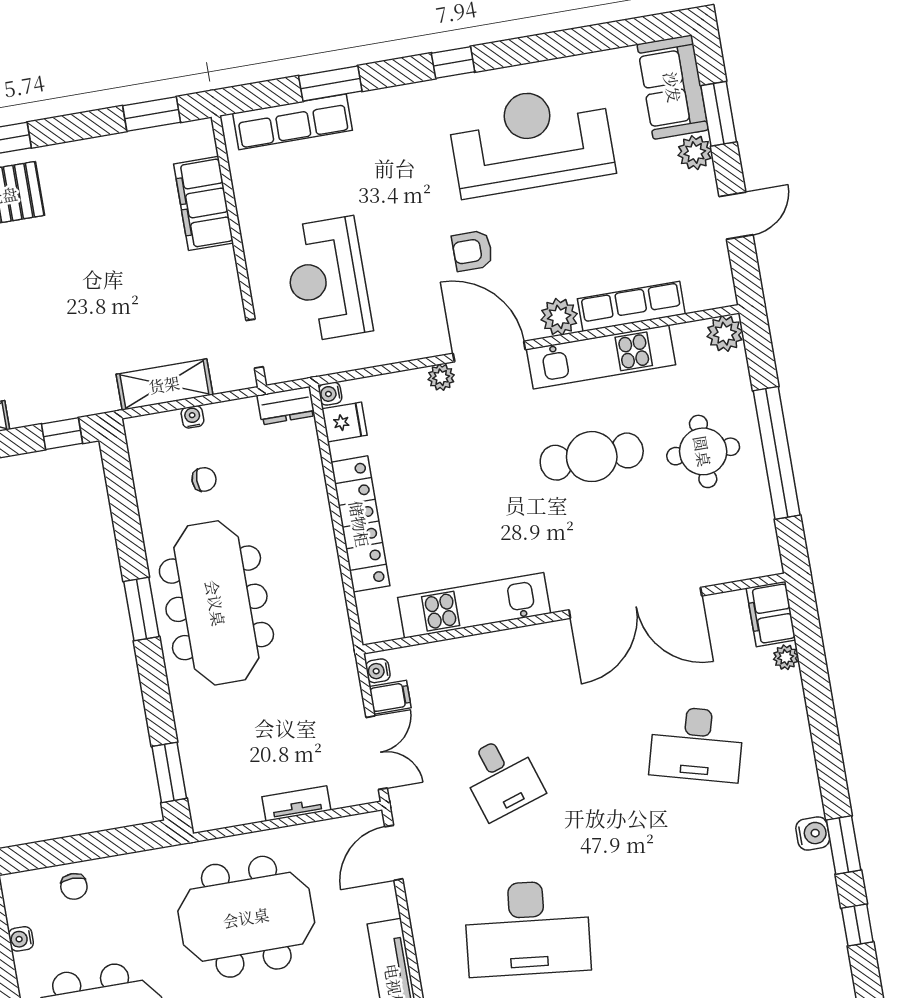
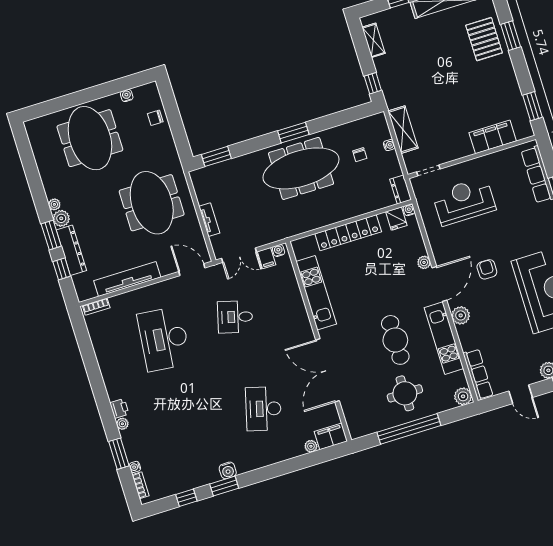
row of seats: (631, 306) -> (478, 375), moved
desk: (502, 777) -> (235, 317), turned 33

